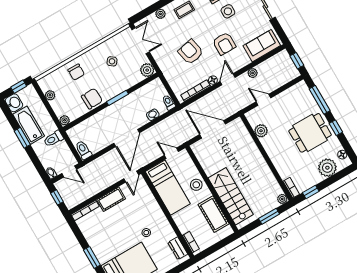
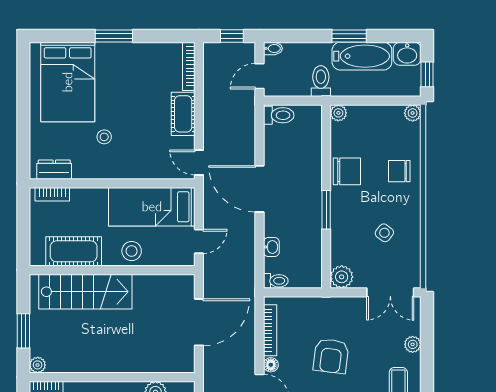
armchair: (191, 52) -> (331, 356), turned 109
plant: (50, 95) -> (413, 113), moved
chair: (92, 99) -> (347, 171), turned -88

